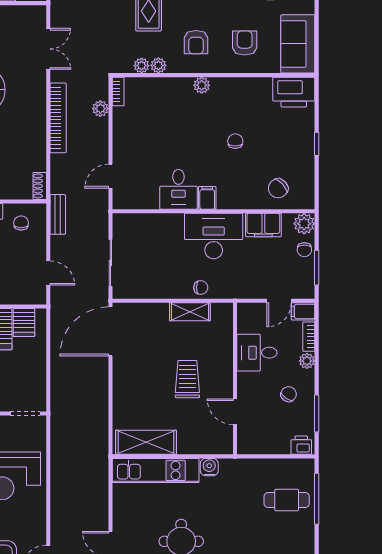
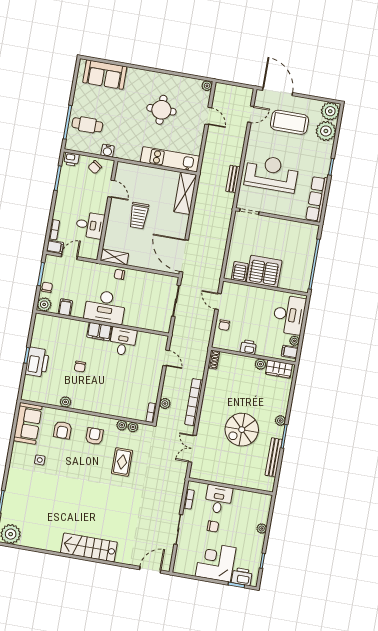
plant: (202, 85) -> (66, 402), moved
printer: (294, 92) -> (37, 362), moved, turned 90
door: (110, 176) -> (166, 358), hinge flipped
chair: (278, 188) -> (57, 331), removed
filing cabinet: (207, 198) -> (99, 332), width x2.00
bench: (58, 214) -> (233, 179), moved
chair: (21, 223) -> (224, 325), moved
filing cabinet: (263, 225) -> (65, 307), width x0.50
shelving: (190, 312) -> (114, 257), moved
door: (110, 331) -> (184, 256), swing flipped
plant: (307, 361) -> (58, 214), removed
chair: (289, 394) -> (95, 167), moved
shelving: (146, 442) -> (185, 193), moved, turned 90
water cooler: (209, 467) -> (108, 151), moved

